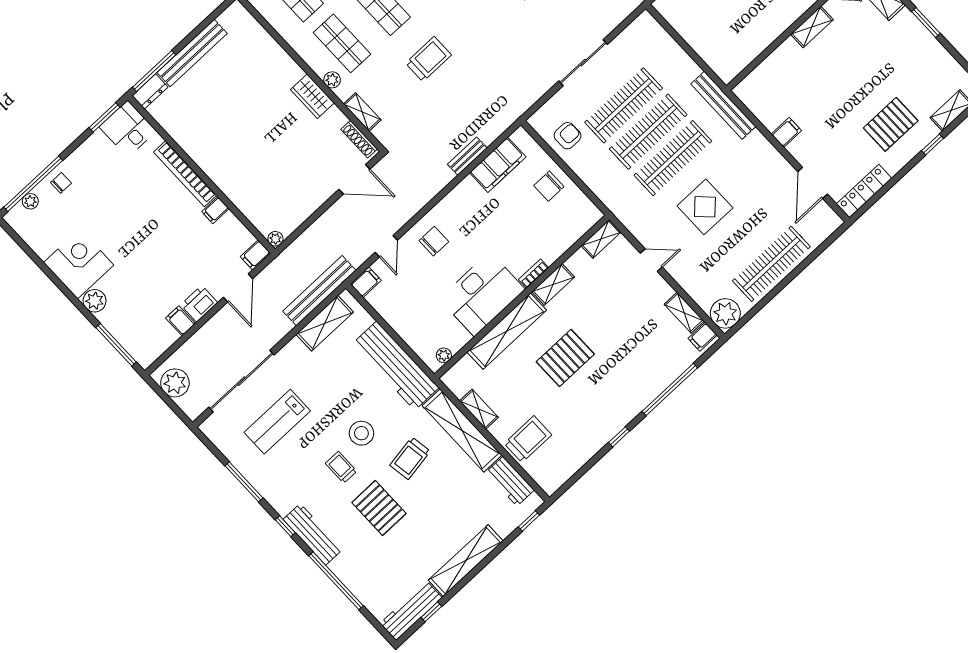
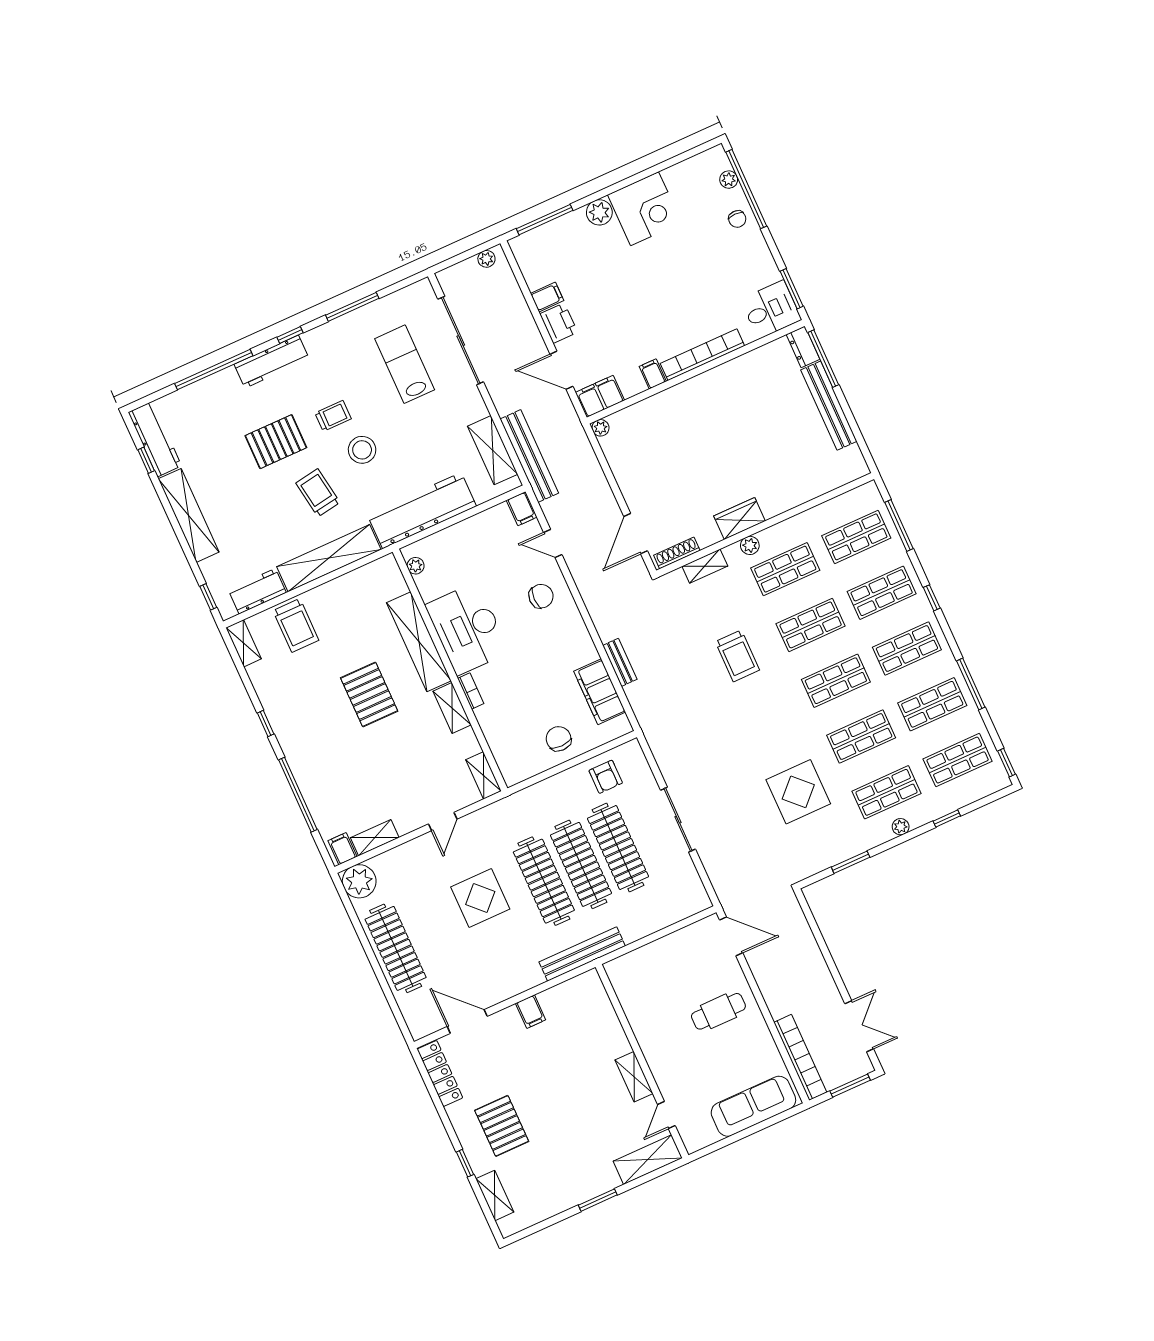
chair: (434, 241) -> (541, 596), turned -90
filing cabinet: (255, 255) -> (600, 396), width x2.00
plant: (175, 383) -> (486, 259), width x0.53, depth x0.53
shelving: (479, 409) -> (244, 643), moved, turned 90

